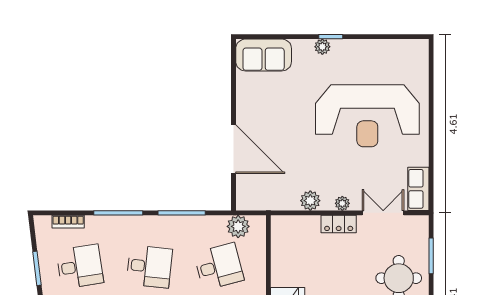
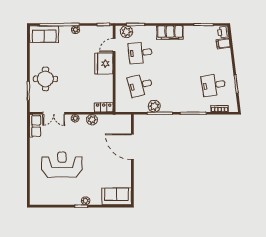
reception desk: (367, 116) -> (62, 164), width x0.74, depth x0.77
locker: (339, 224) -> (104, 107), moved
plant: (238, 226) -> (154, 106), moved
desk: (149, 266) -> (177, 85), removed

